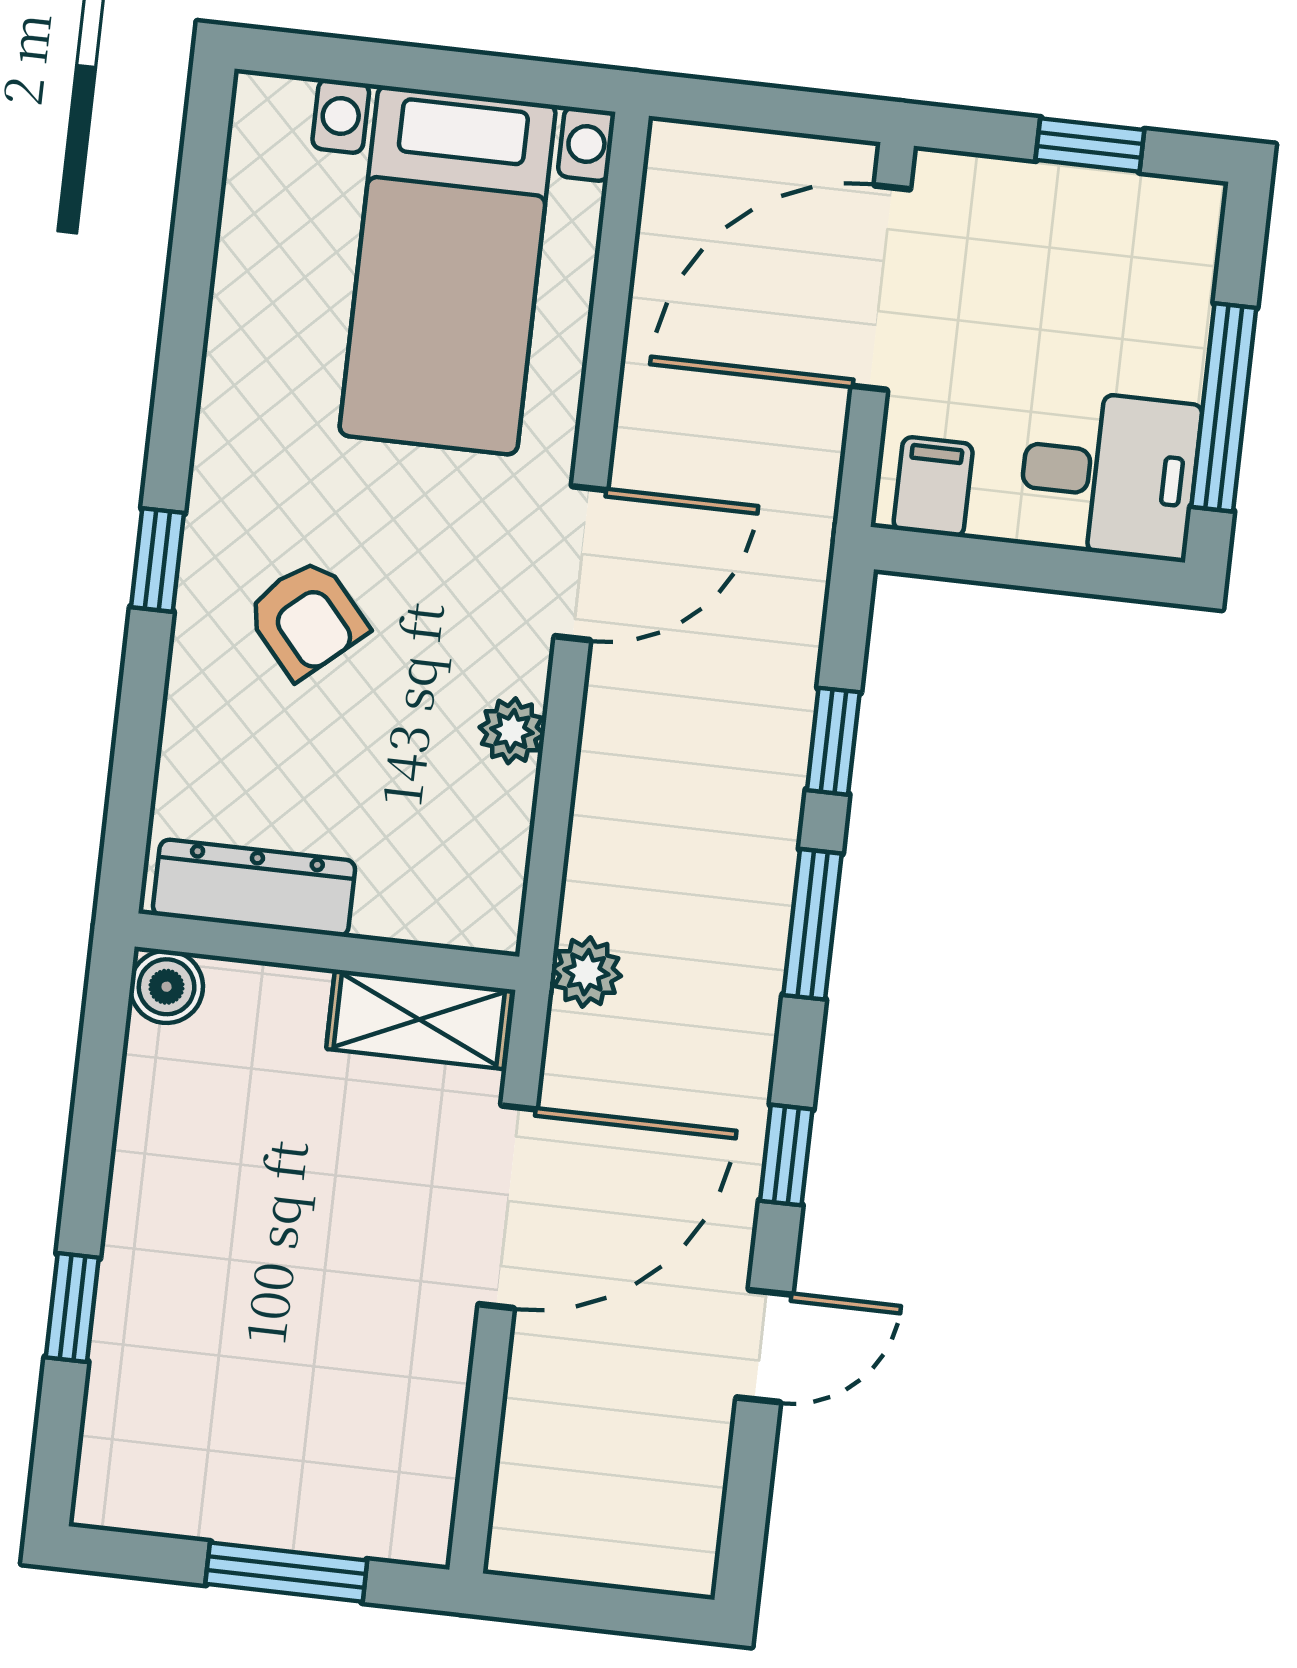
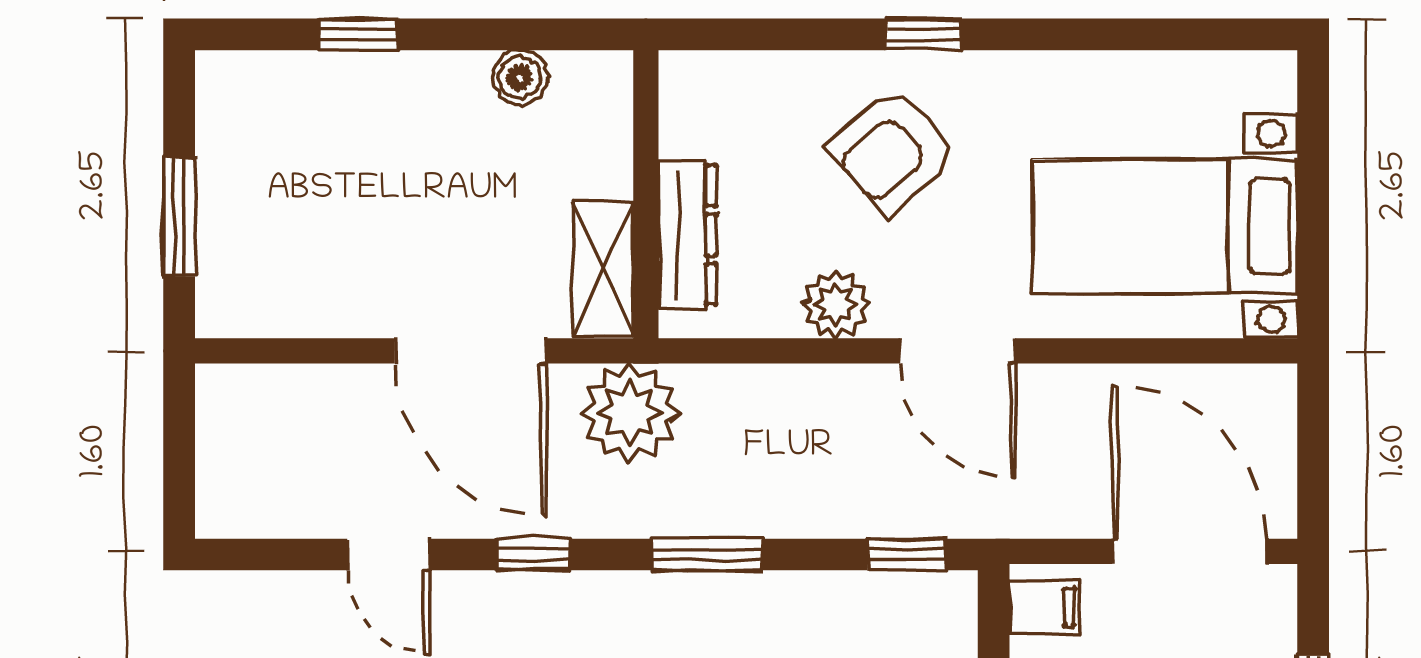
armchair: (306, 619) -> (893, 151), width x1.38, depth x1.38
plant: (512, 731) -> (836, 304), width x1.38, depth x1.38
window: (833, 741) -> (907, 554), moved
dresser: (254, 888) -> (687, 235), moved
plant: (586, 972) -> (630, 413), width x1.87, depth x1.87
boiler: (167, 987) -> (520, 77), moved

